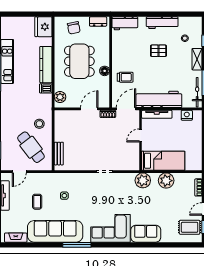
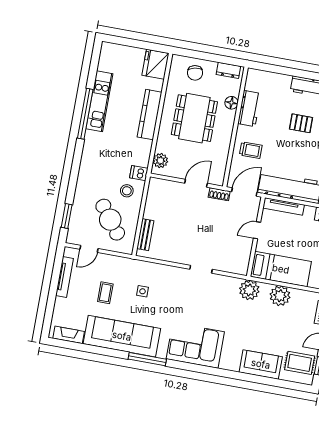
workbench: (125, 23) -> (249, 108), moved, turned -90
floor lamp: (105, 71) -> (231, 103), moved
dishwasher: (46, 88) -> (139, 173), moved
sofa: (146, 234) -> (261, 364), moved

